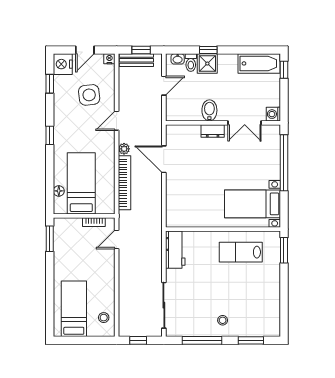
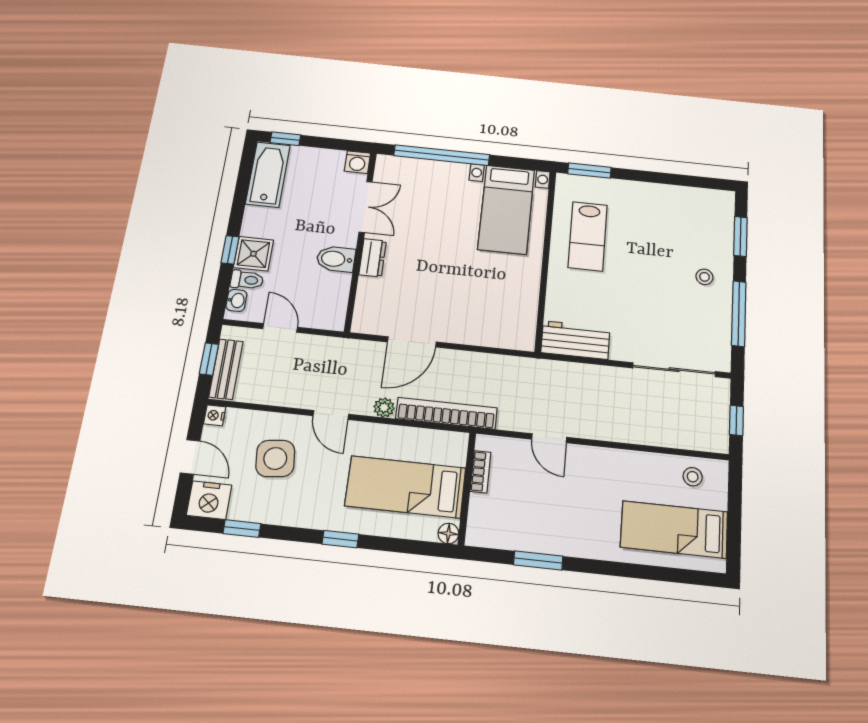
bed: (81, 183) -> (406, 487), moved
wall: (84, 216) -> (467, 488), moved
bookcase: (94, 222) -> (481, 472), moved

